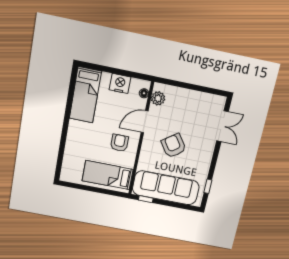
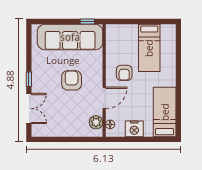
double door: (222, 126) -> (29, 108), swing flipped
armchair: (174, 146) -> (72, 80), turned -145
bed: (108, 175) -> (149, 48), moved, turned 90
window: (208, 186) -> (29, 79), moved

